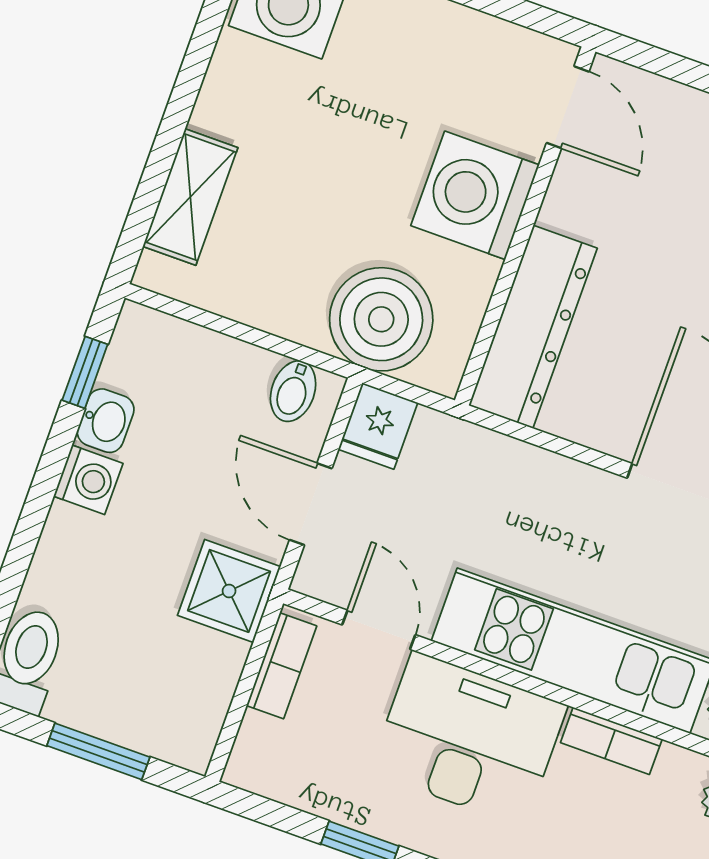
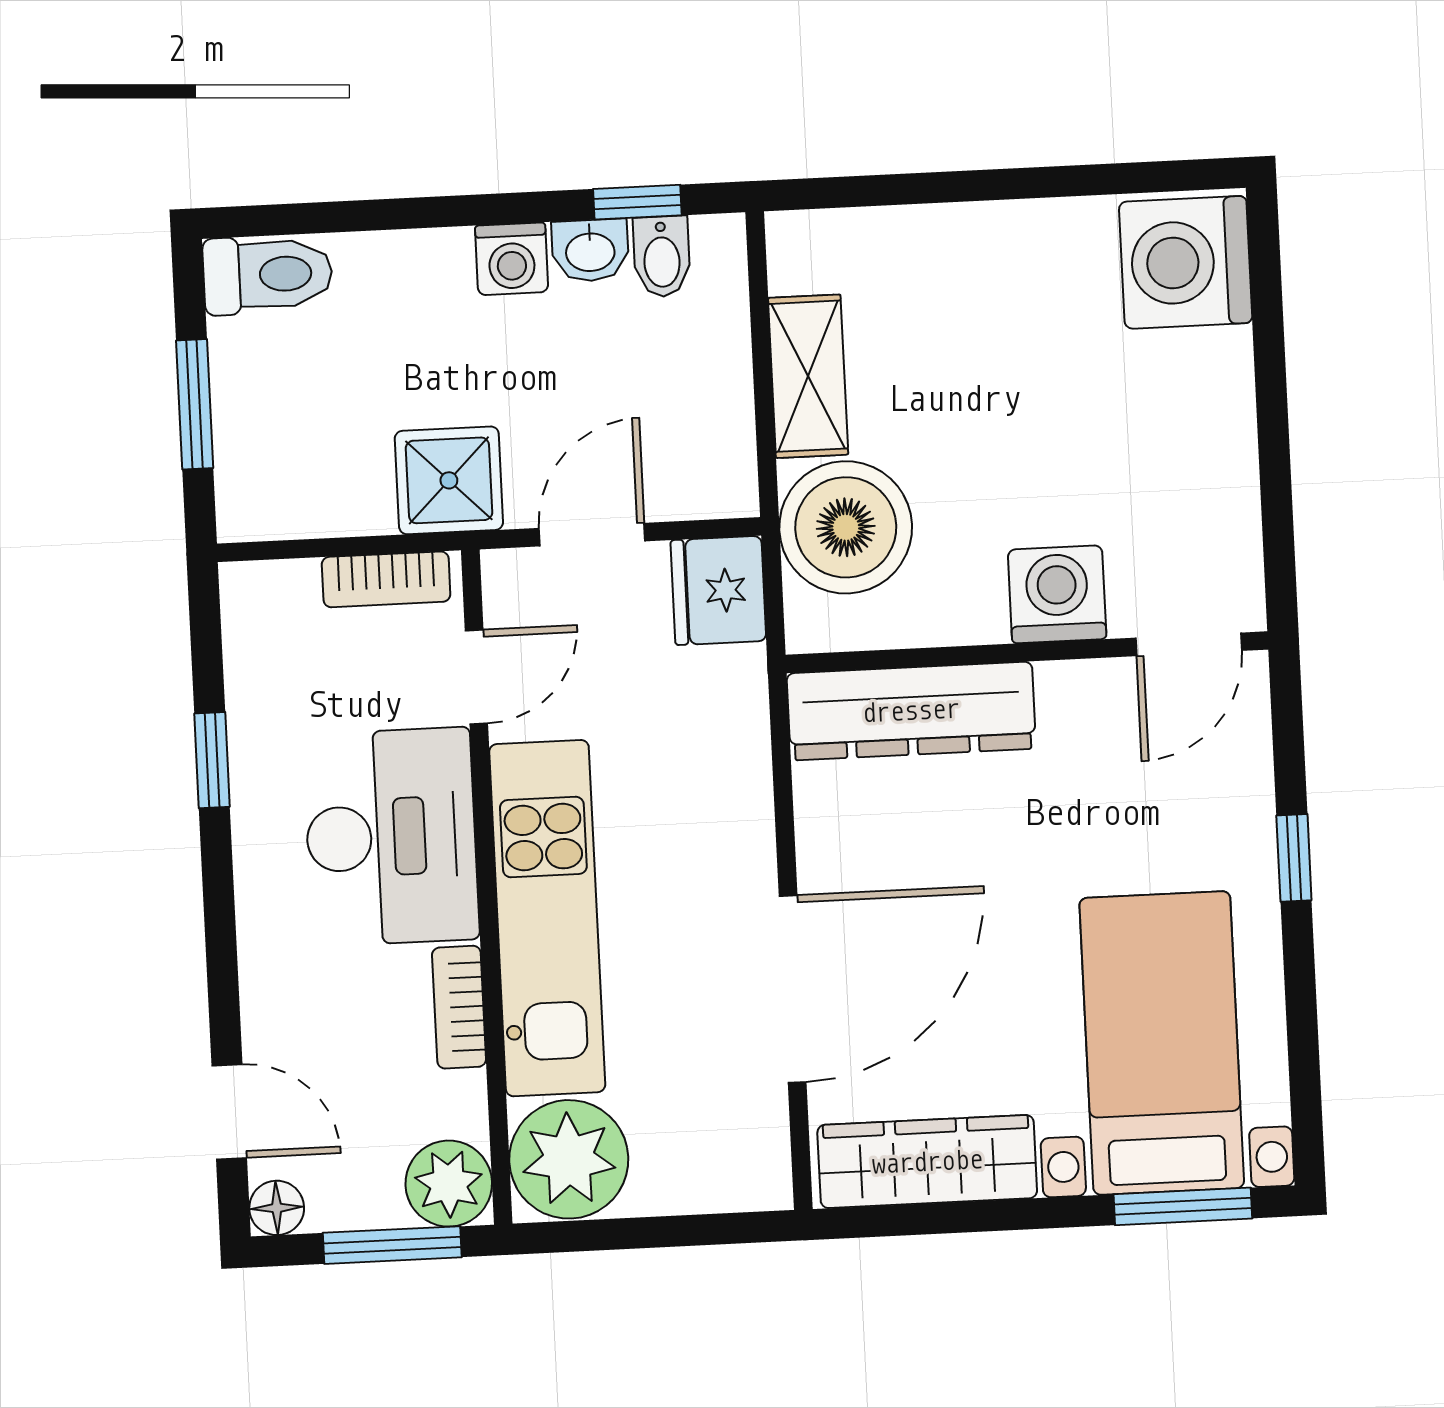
washing machine: (475, 195) -> (1057, 594), width x0.73, depth x0.73
shelving: (190, 197) -> (808, 376), moved, turned 90
bidet: (293, 391) -> (662, 256), moved, turned -90
fridge: (378, 426) -> (718, 591), width x1.38

